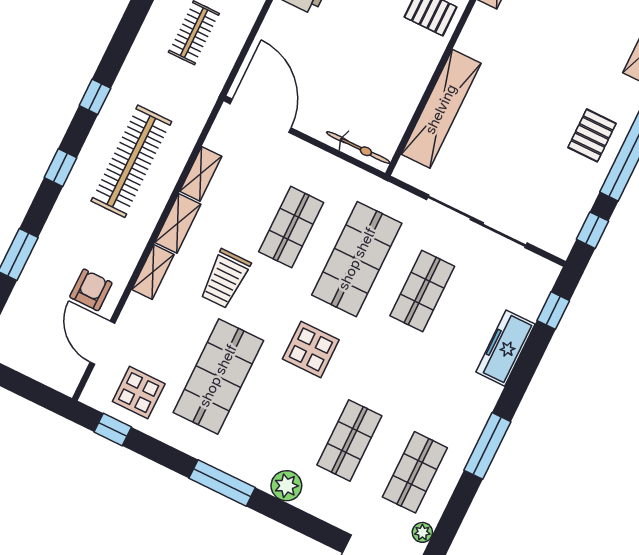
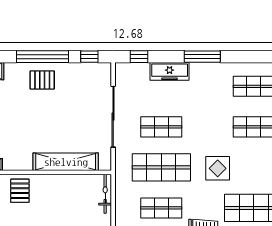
window: (487, 446) -> (202, 57), moved

